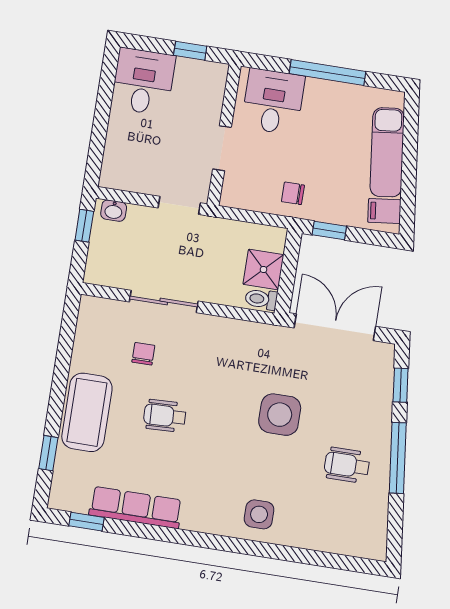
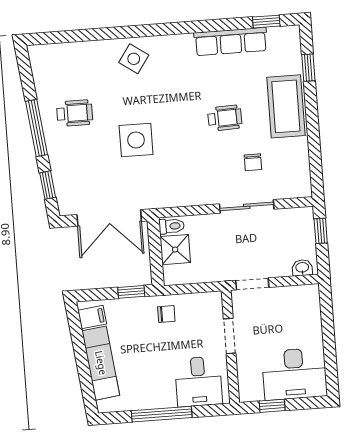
desk: (143, 82) -> (294, 374), width x1.37
window: (84, 226) -> (321, 231), moved
side table: (259, 514) -> (134, 59), turned 35

